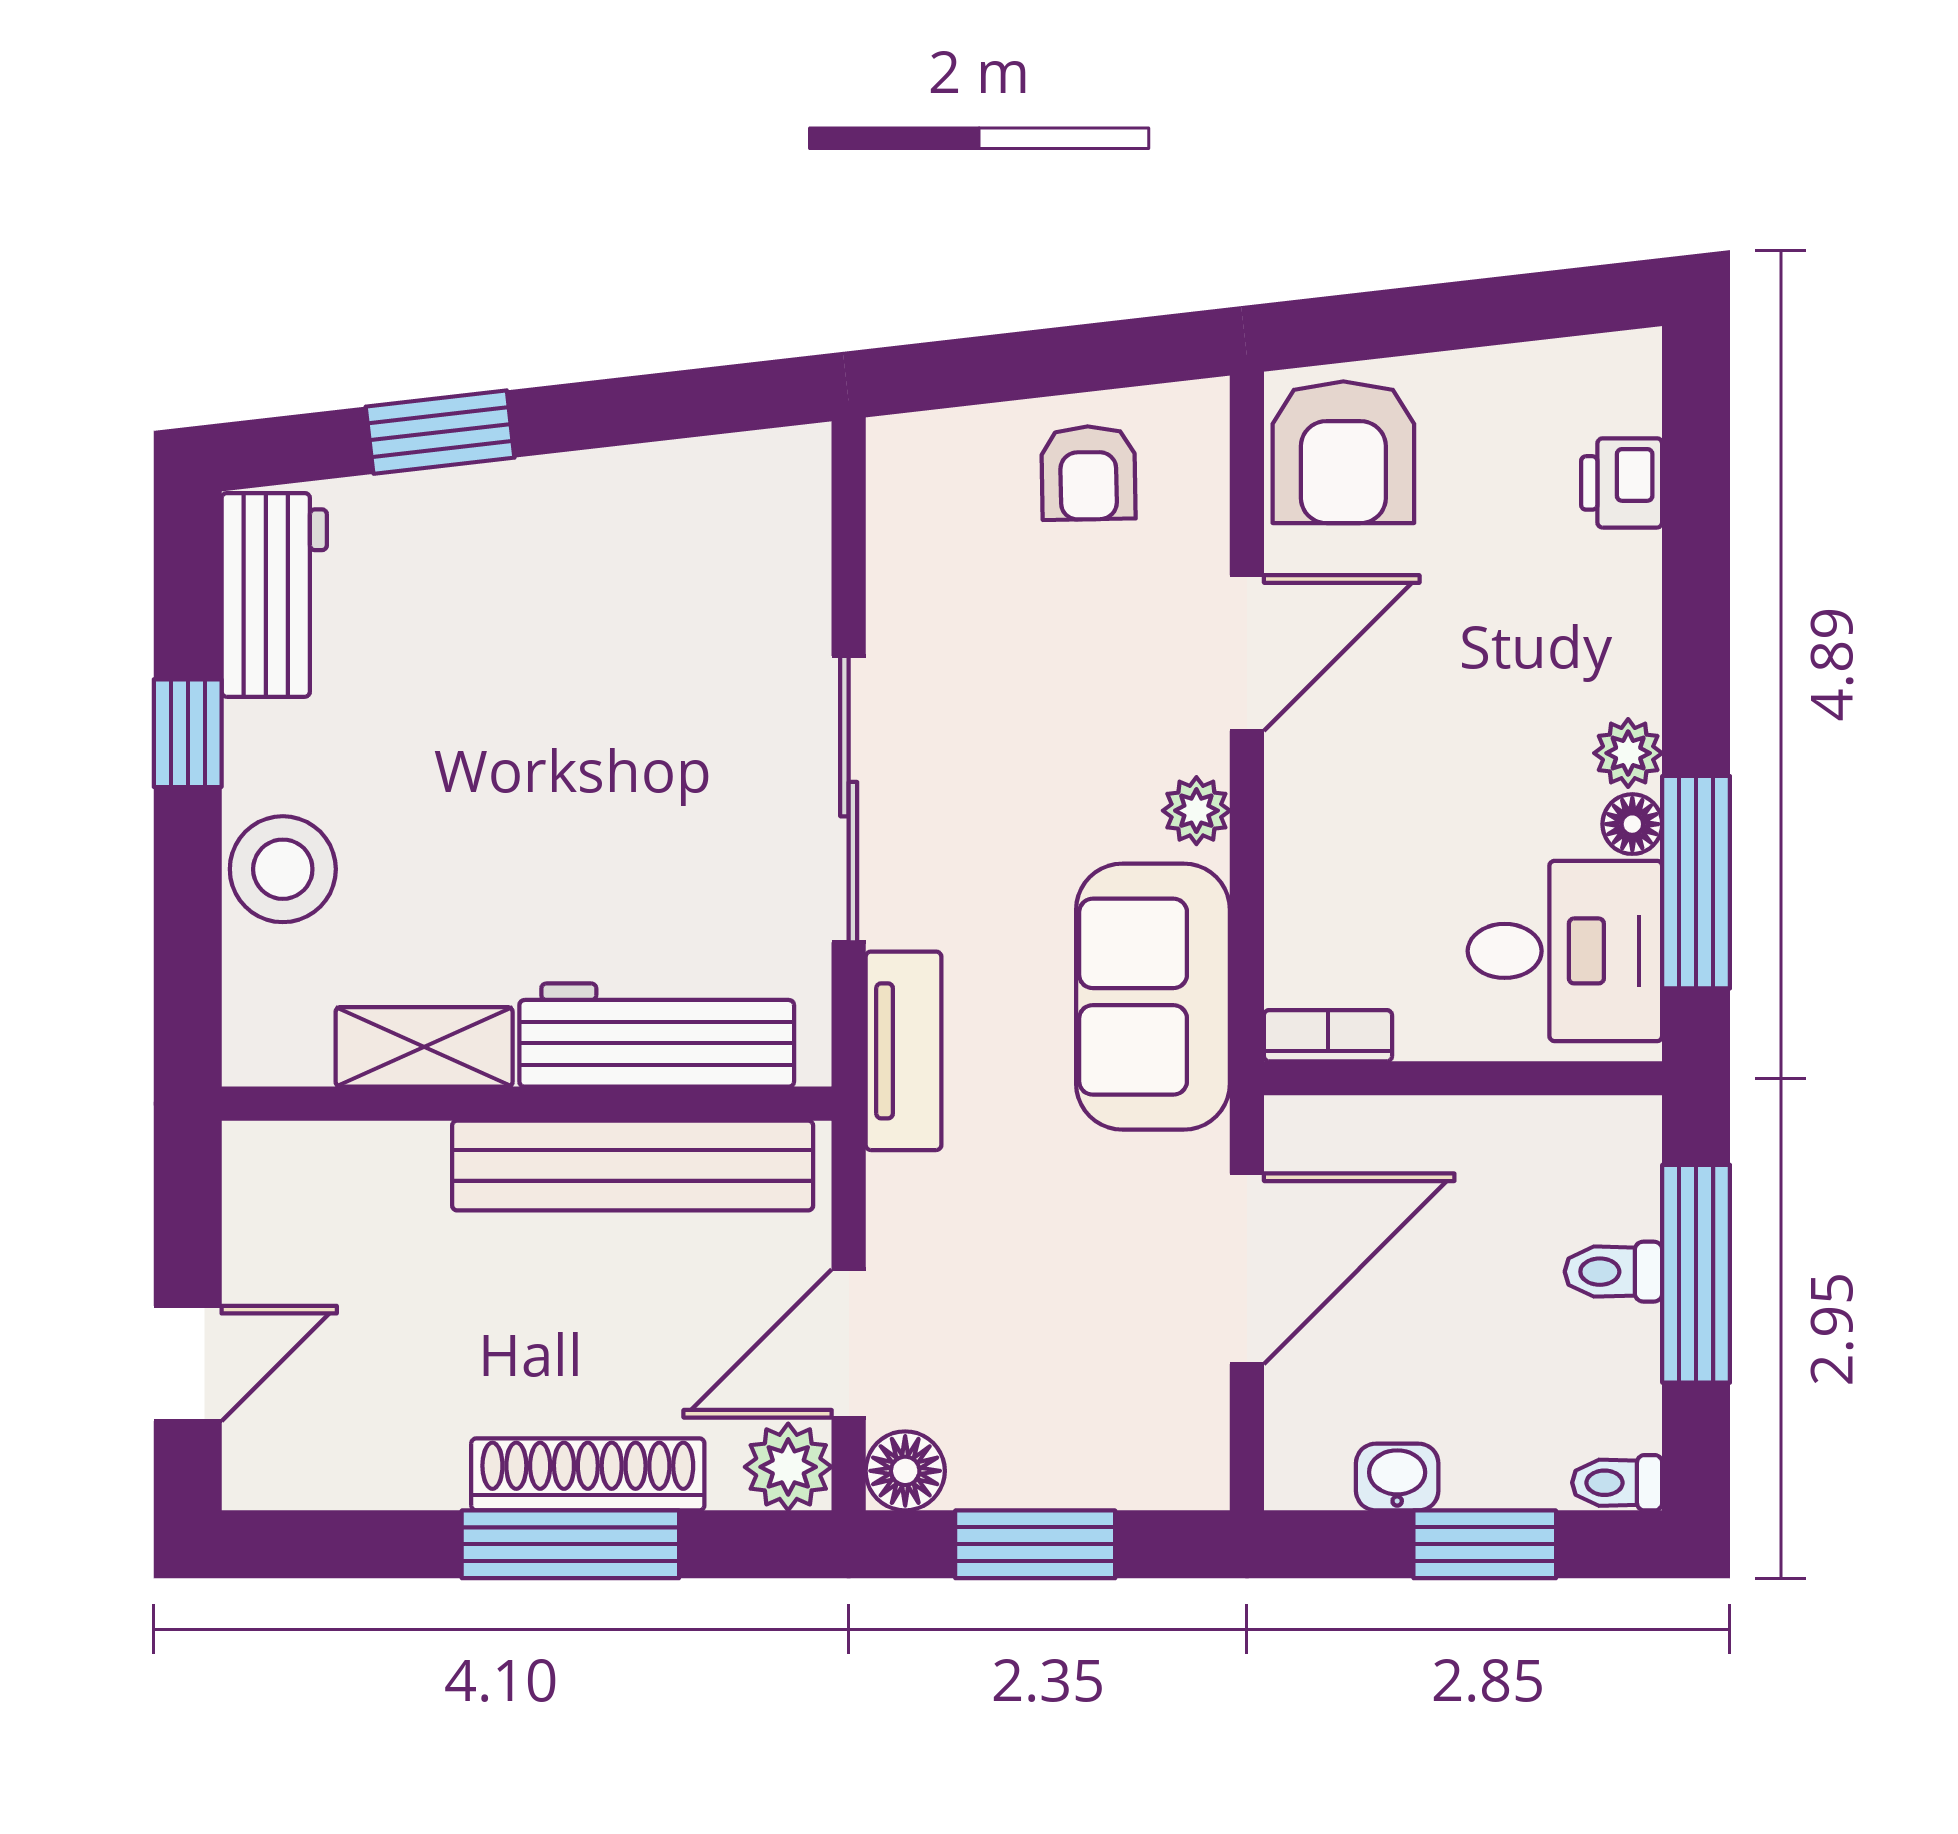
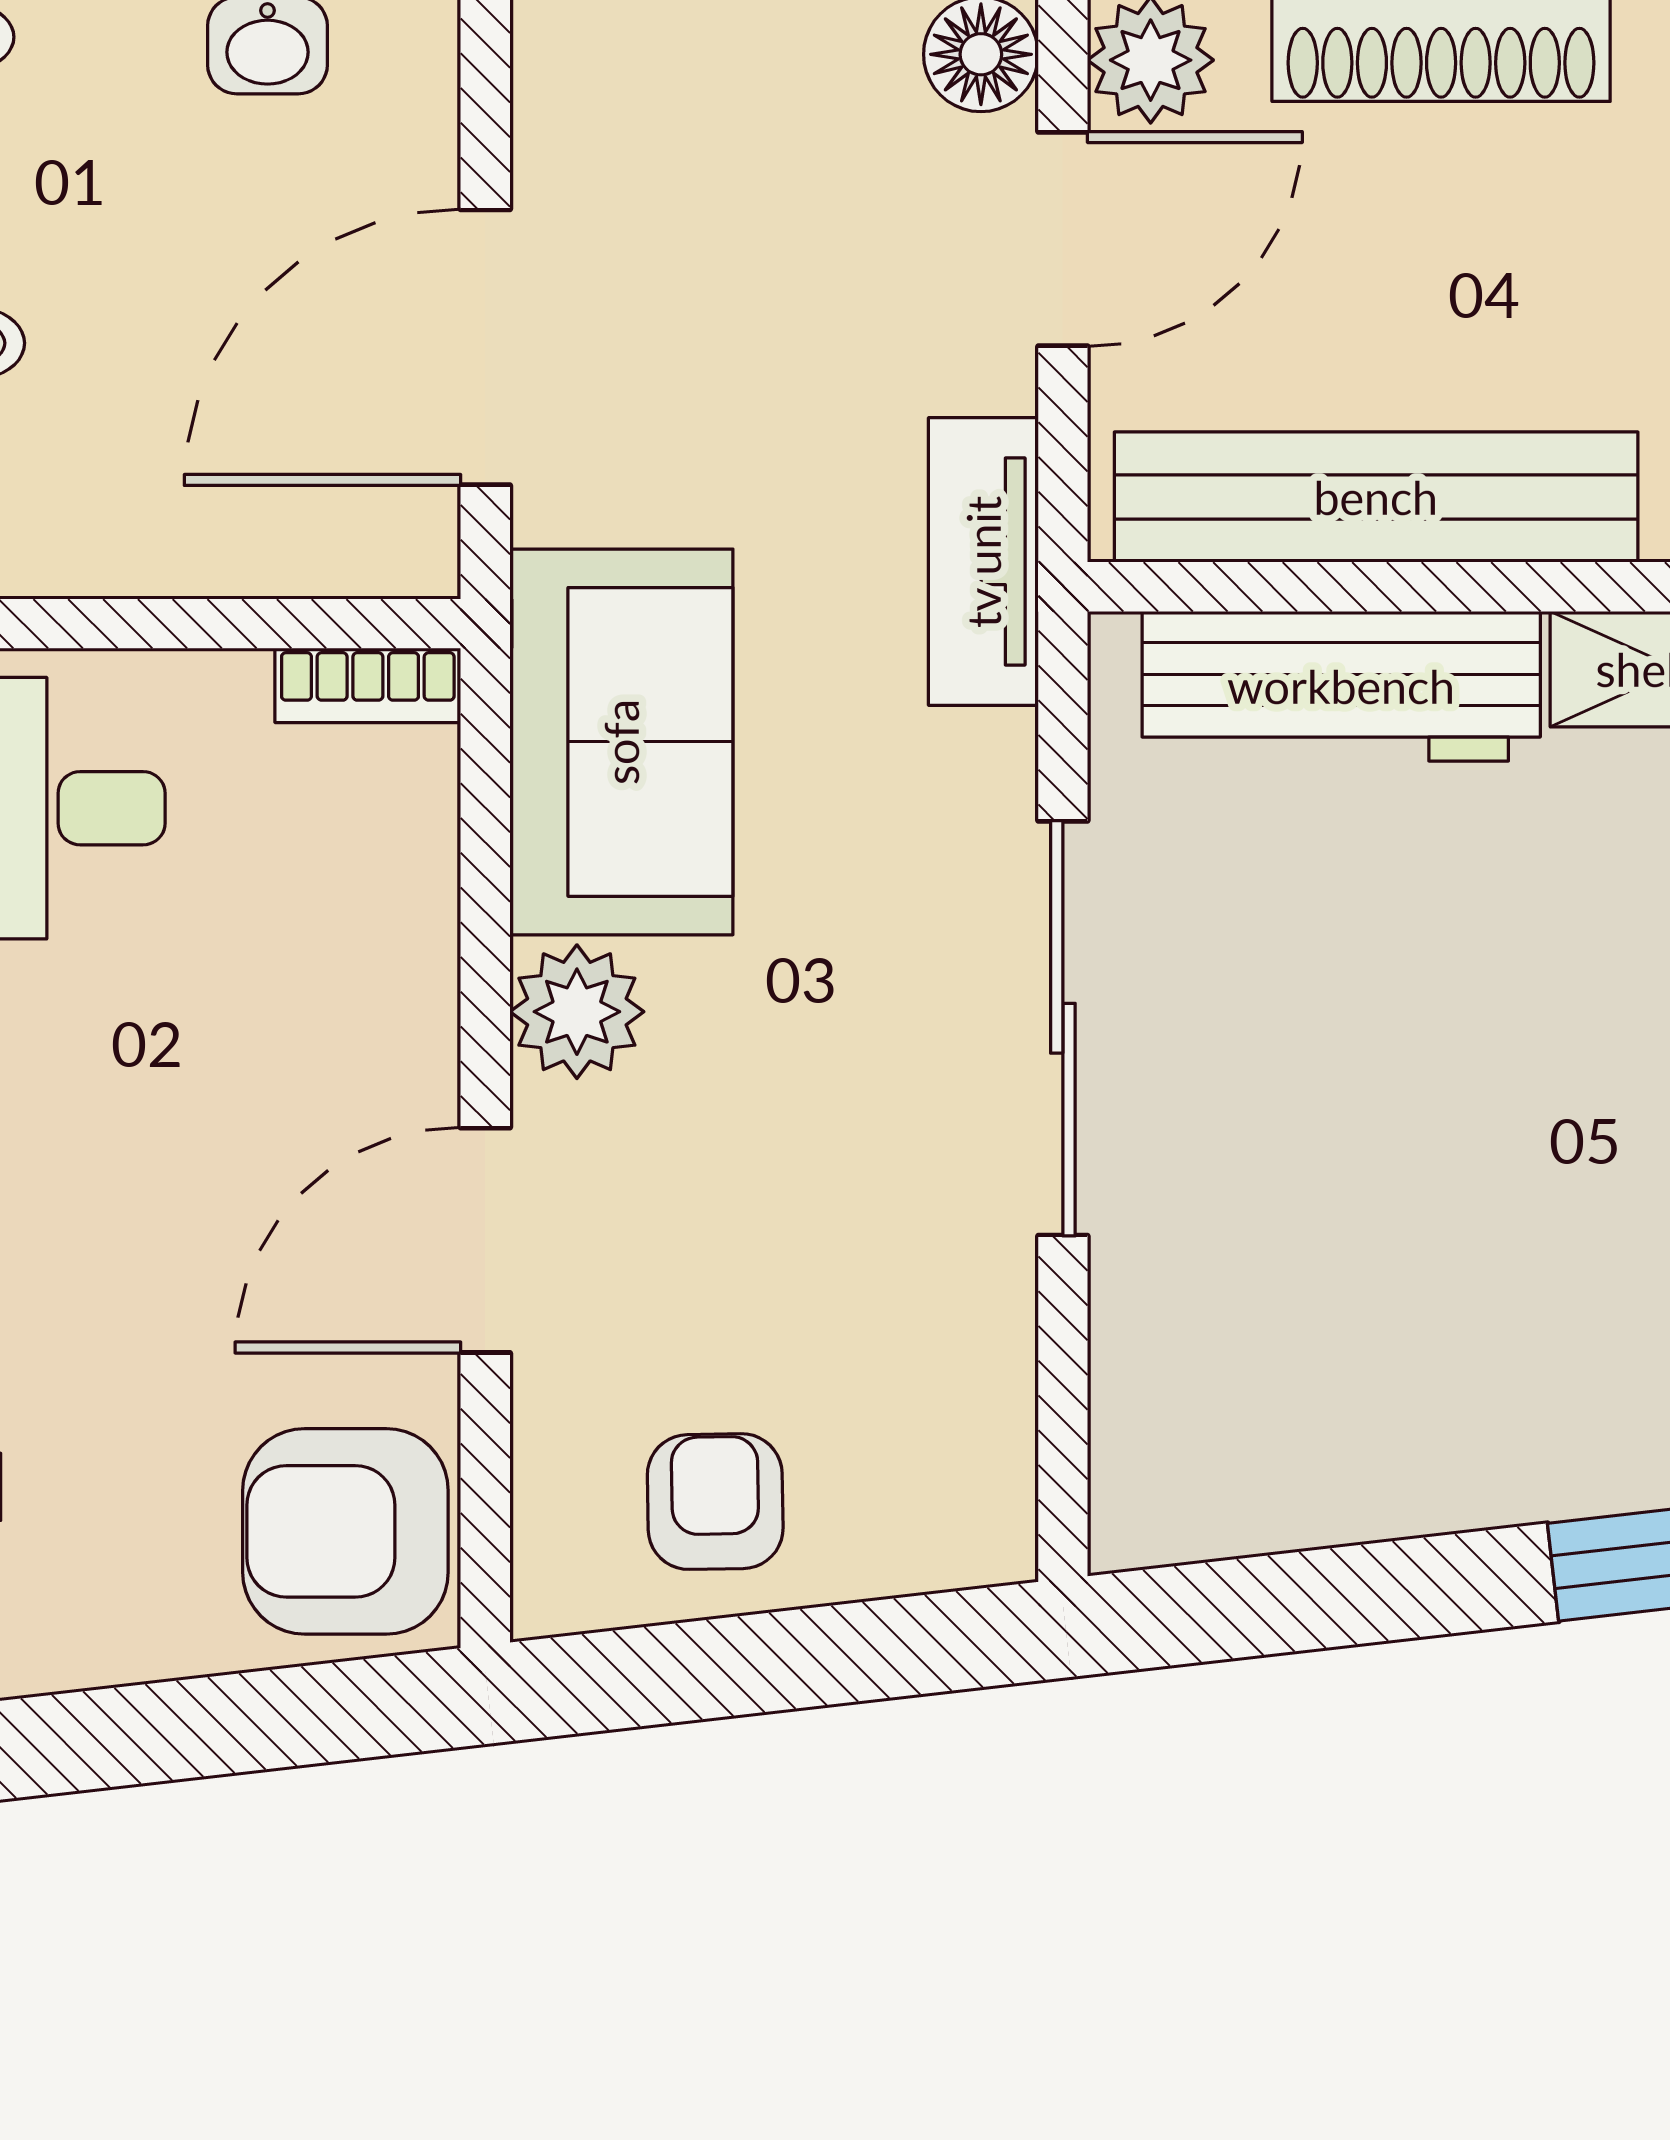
armchair: (1343, 452) -> (345, 1531), turned -90
plant: (1196, 811) -> (577, 1012), width x1.38, depth x1.38
tv unit: (903, 1051) -> (983, 562), moved

